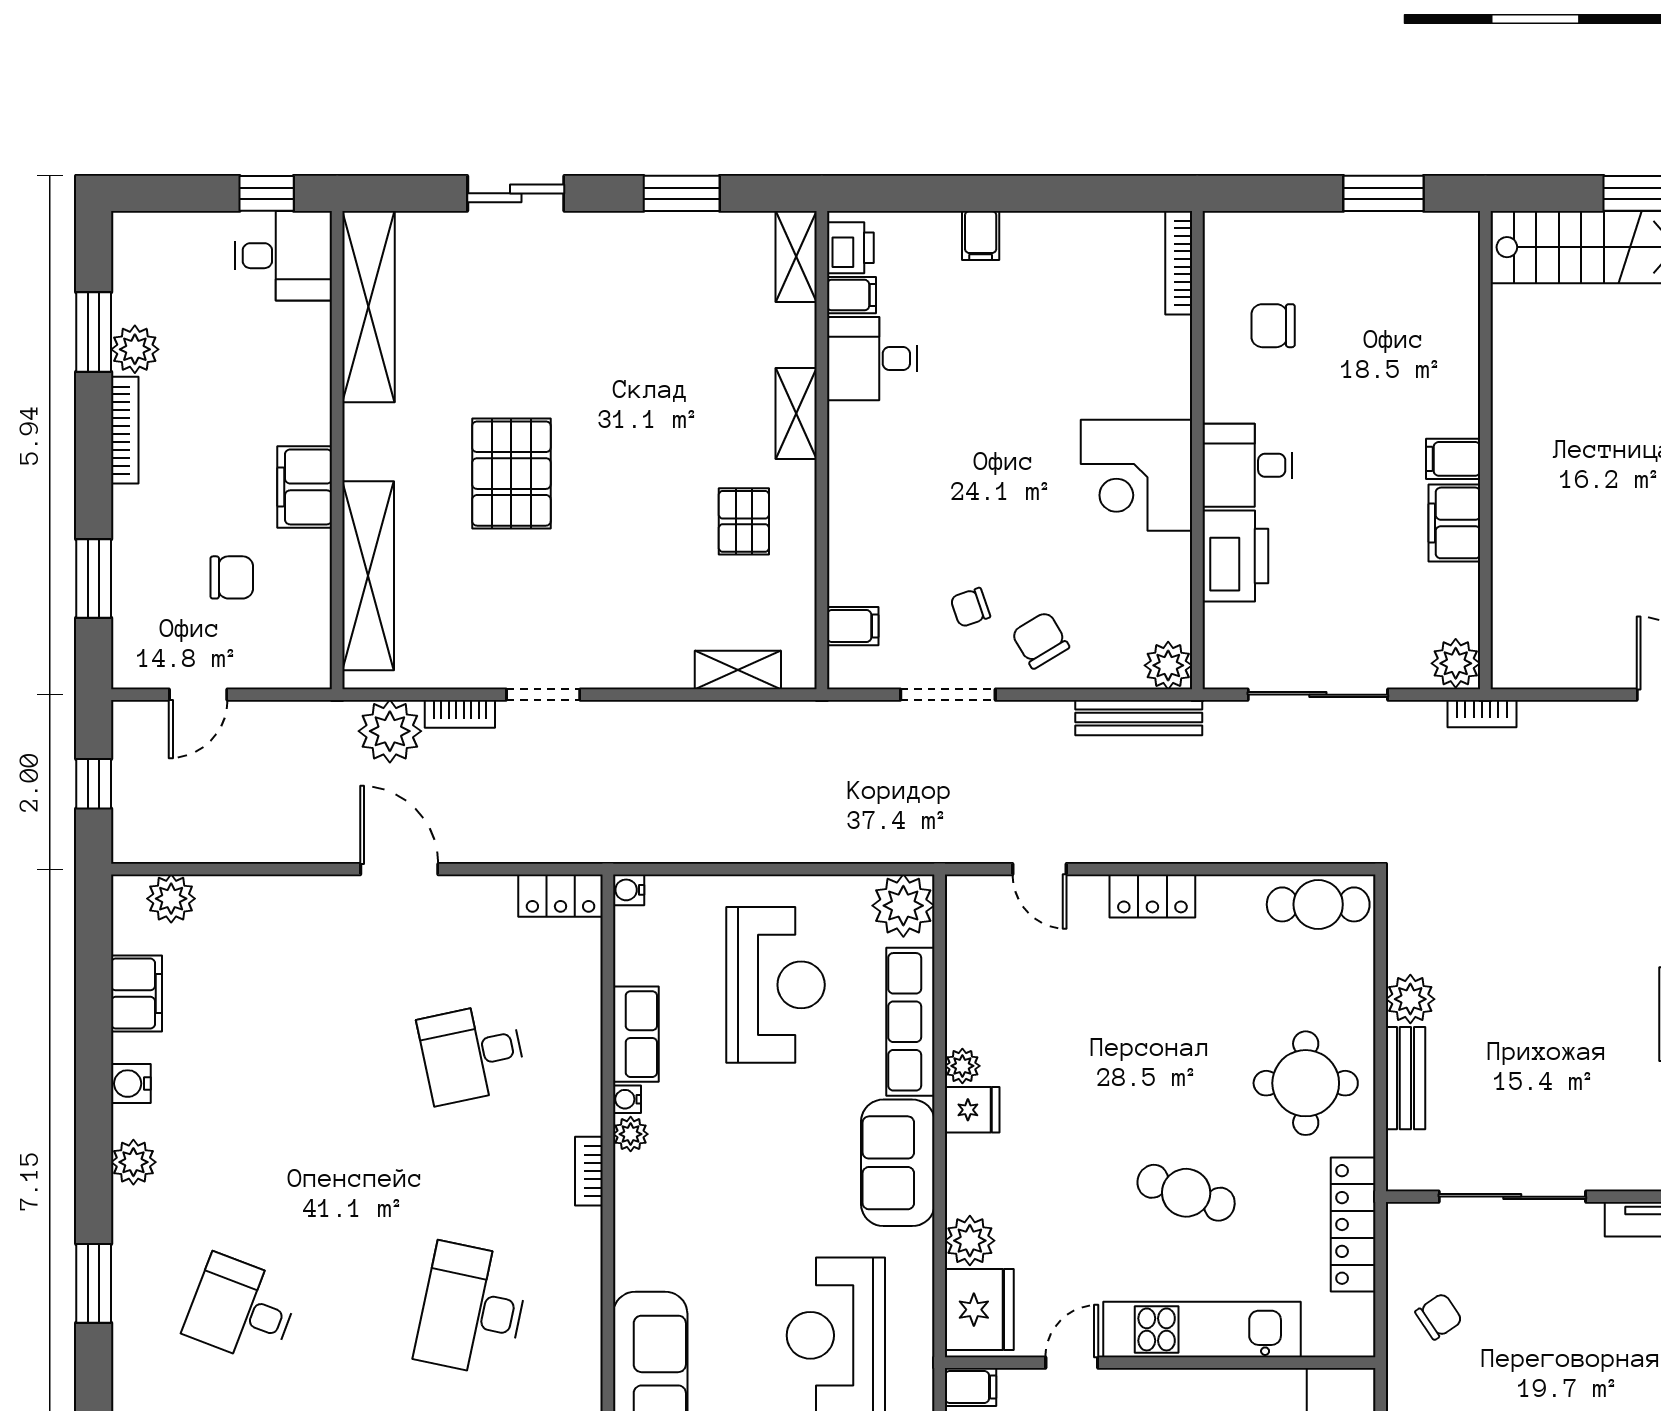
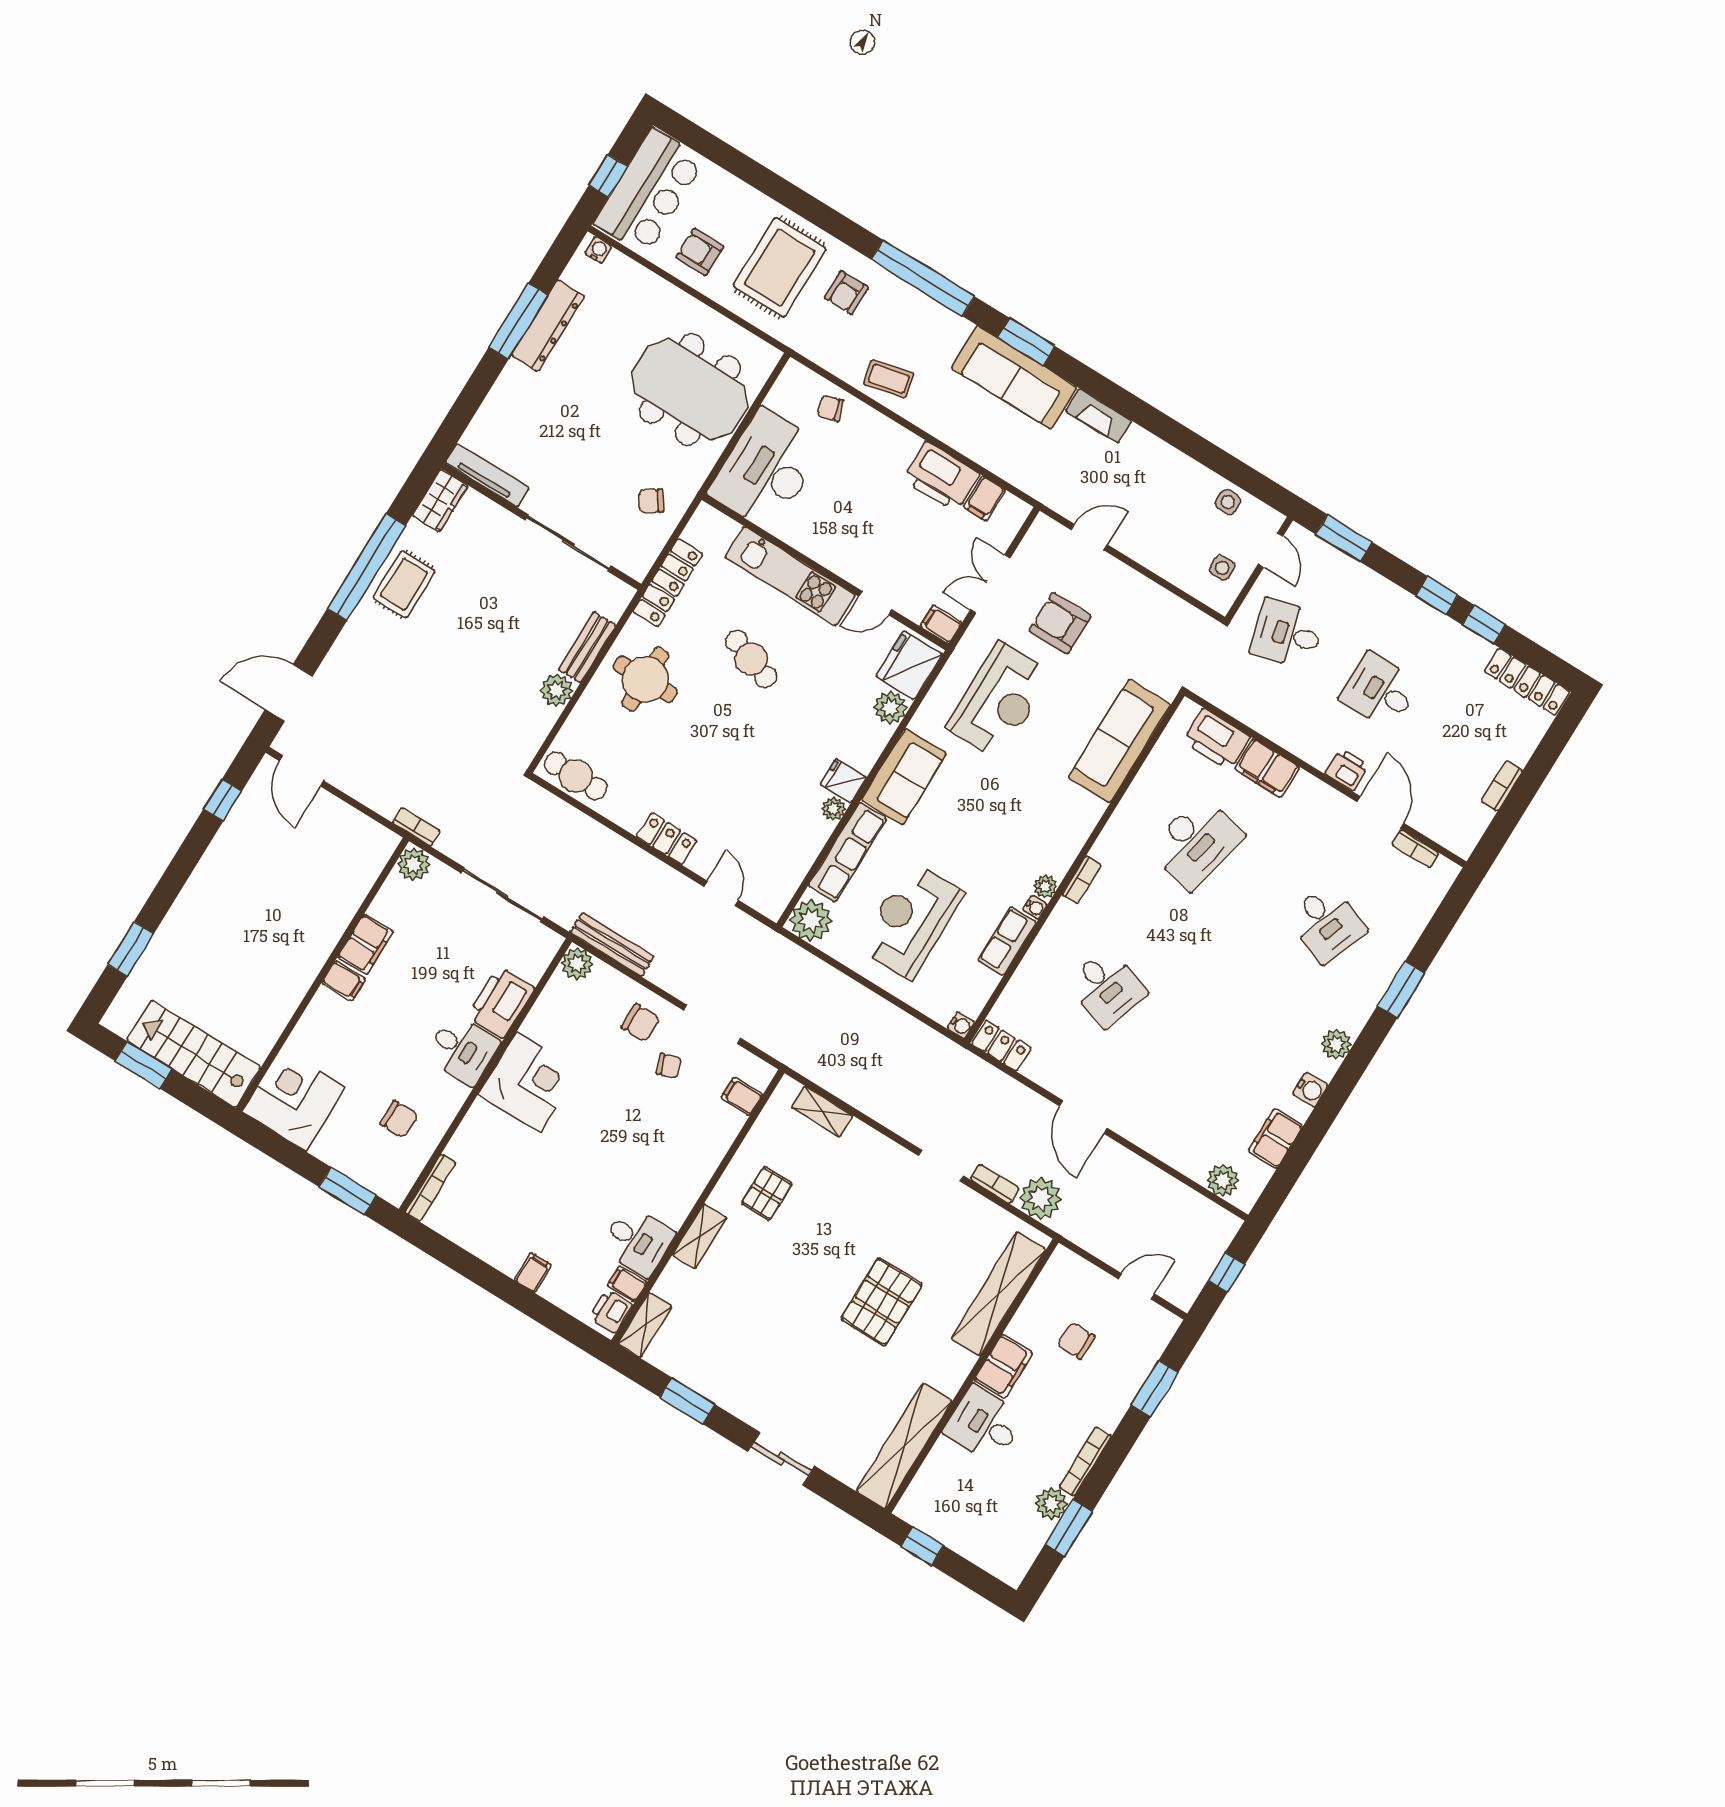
window: (1383, 193) -> (348, 1191), moved
desk: (284, 256) -> (984, 1424), moved
corner desk: (1423, 268) -> (294, 1100), added
chair: (1040, 640) -> (641, 1023), turned -59
desk: (472, 1053) -> (1107, 987), turned 30

